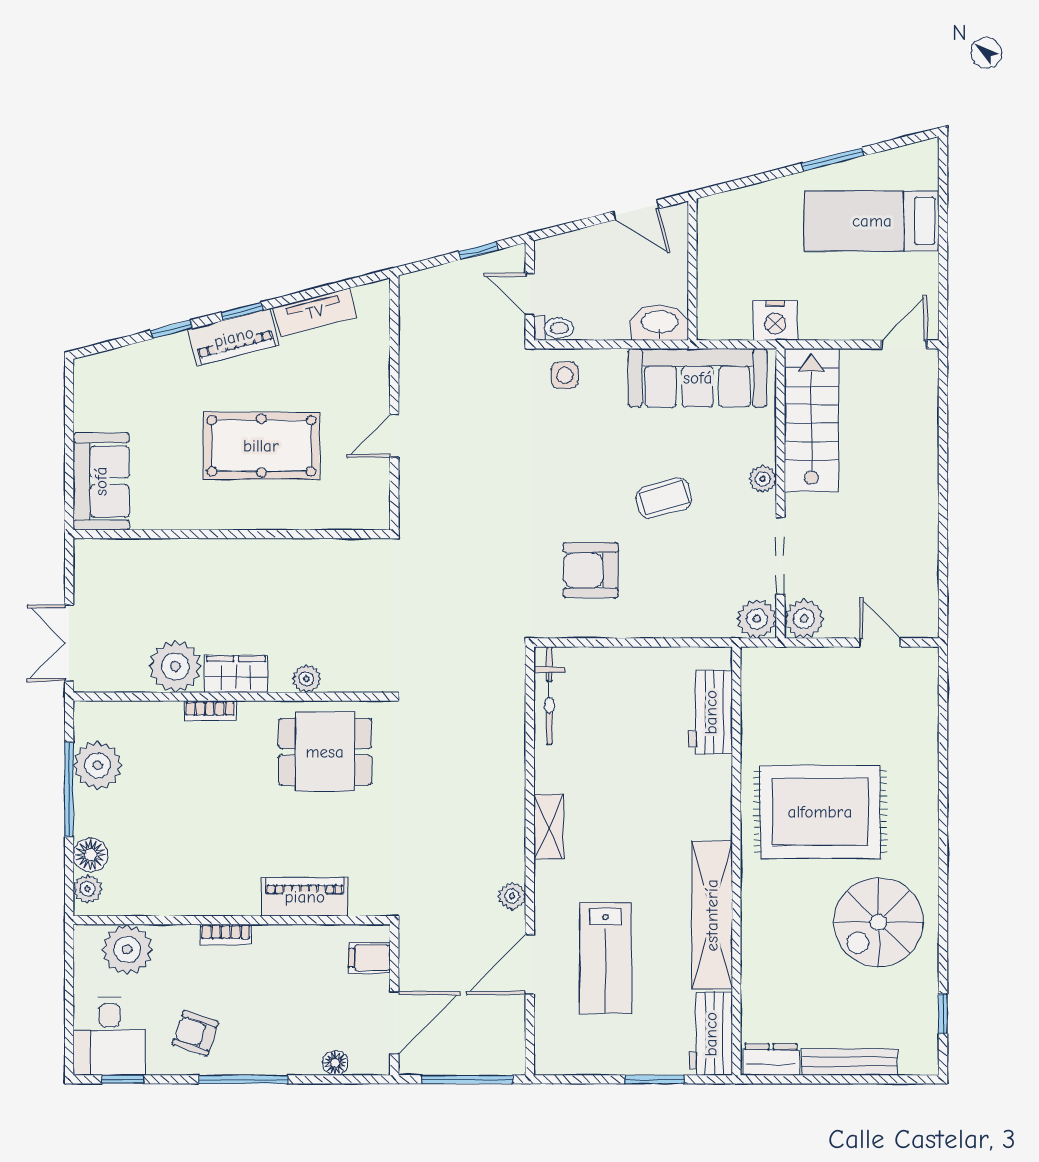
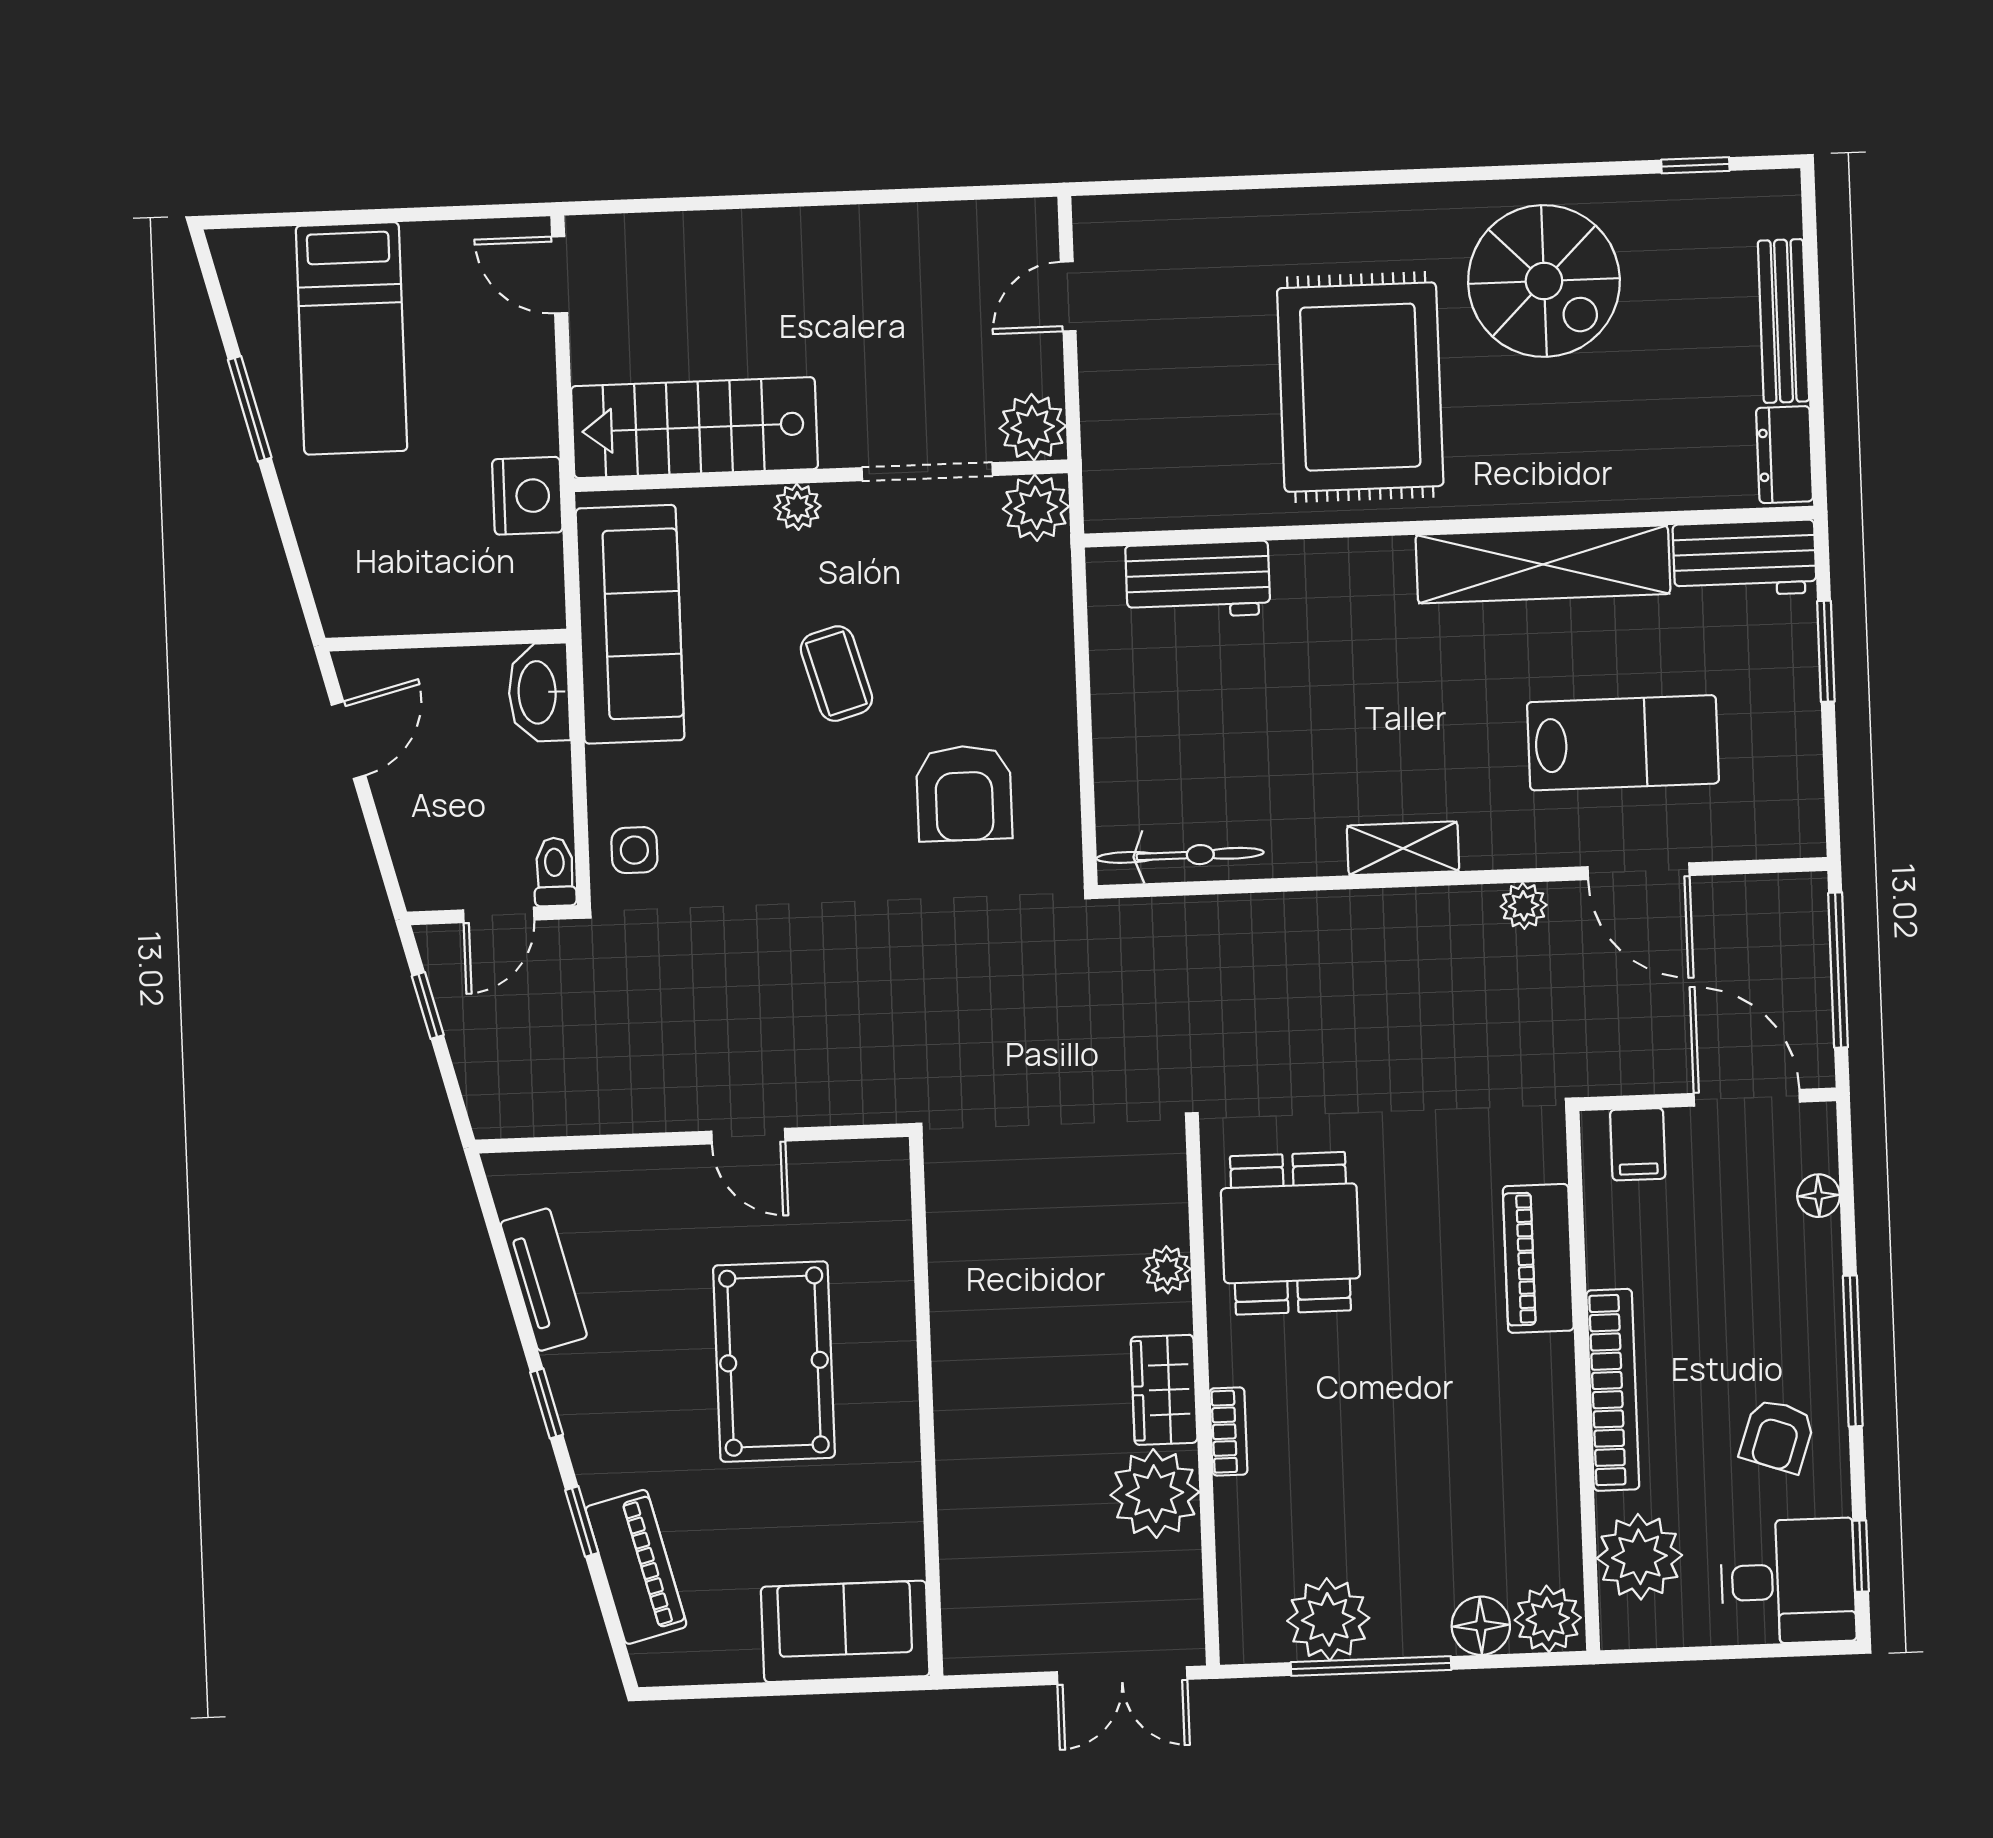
piano: (234, 337) -> (636, 1567), moved
plant: (88, 889) -> (1548, 1619), width x1.38, depth x1.38
bookcase: (226, 934) -> (1613, 1390), width x2.31, depth x1.31

